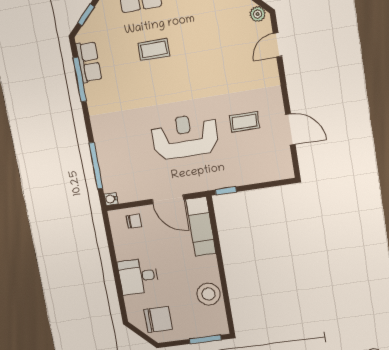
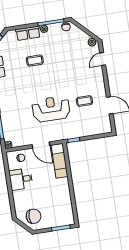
desk: (138, 276) -> (21, 179), moved
stool: (209, 294) -> (63, 201), removed

